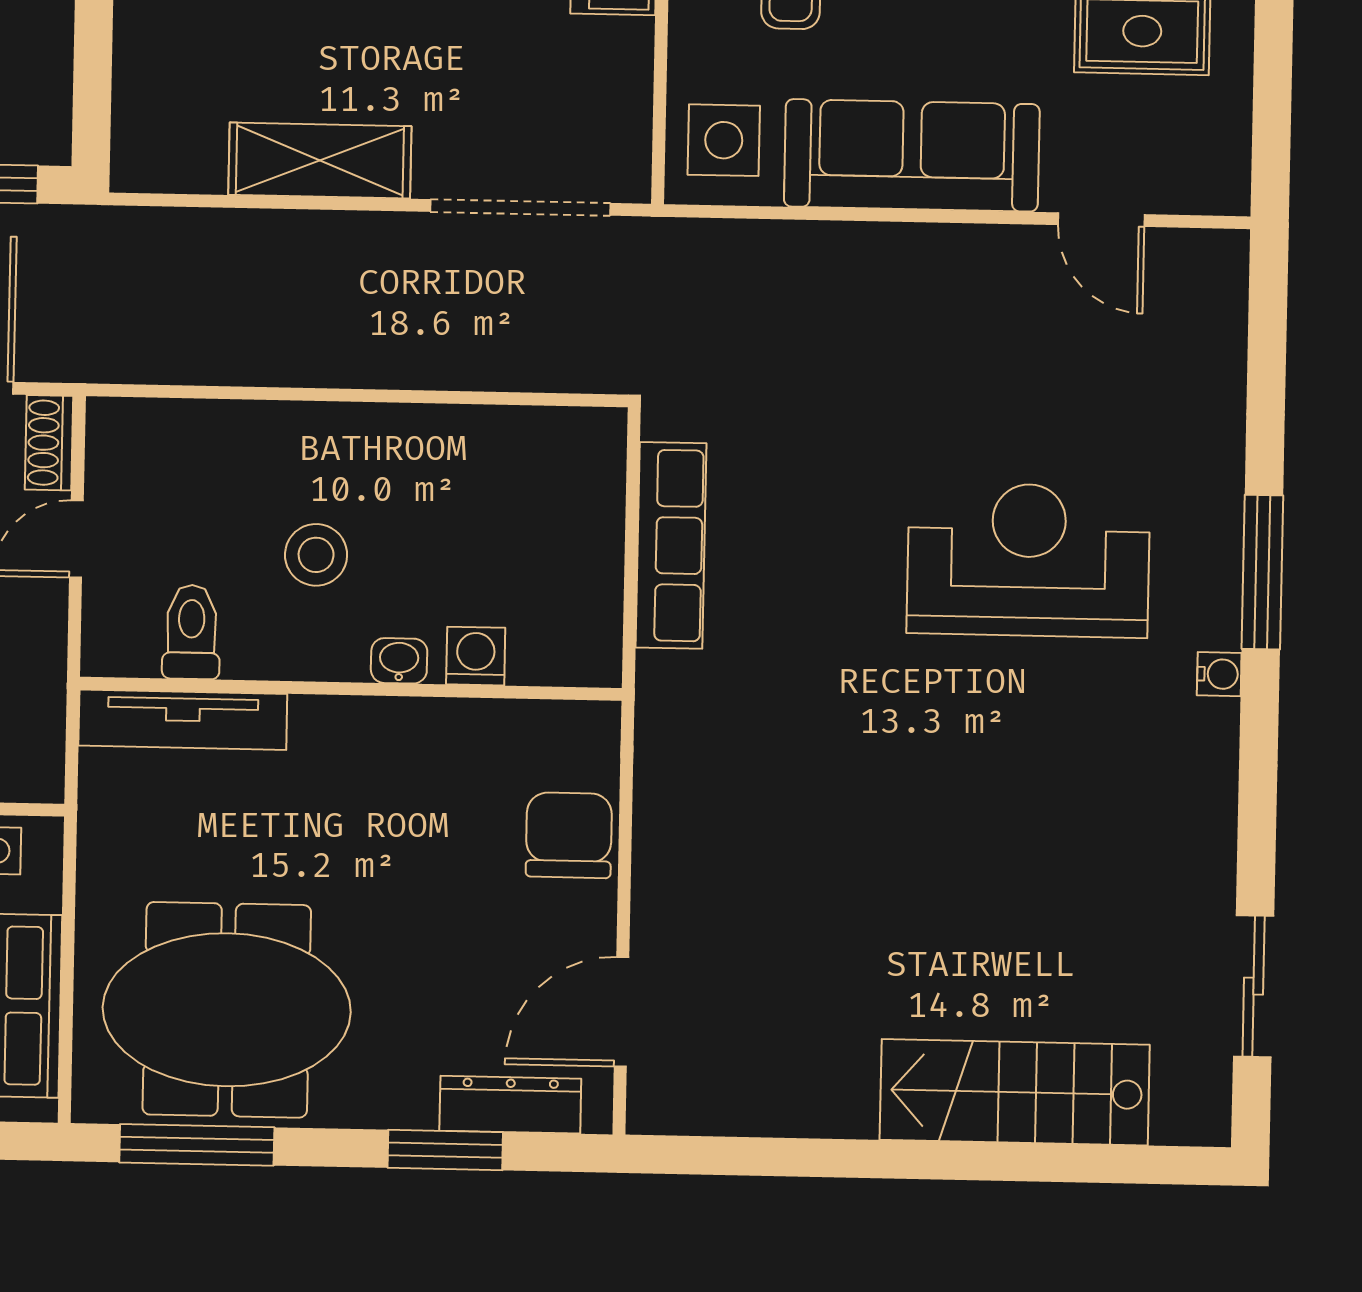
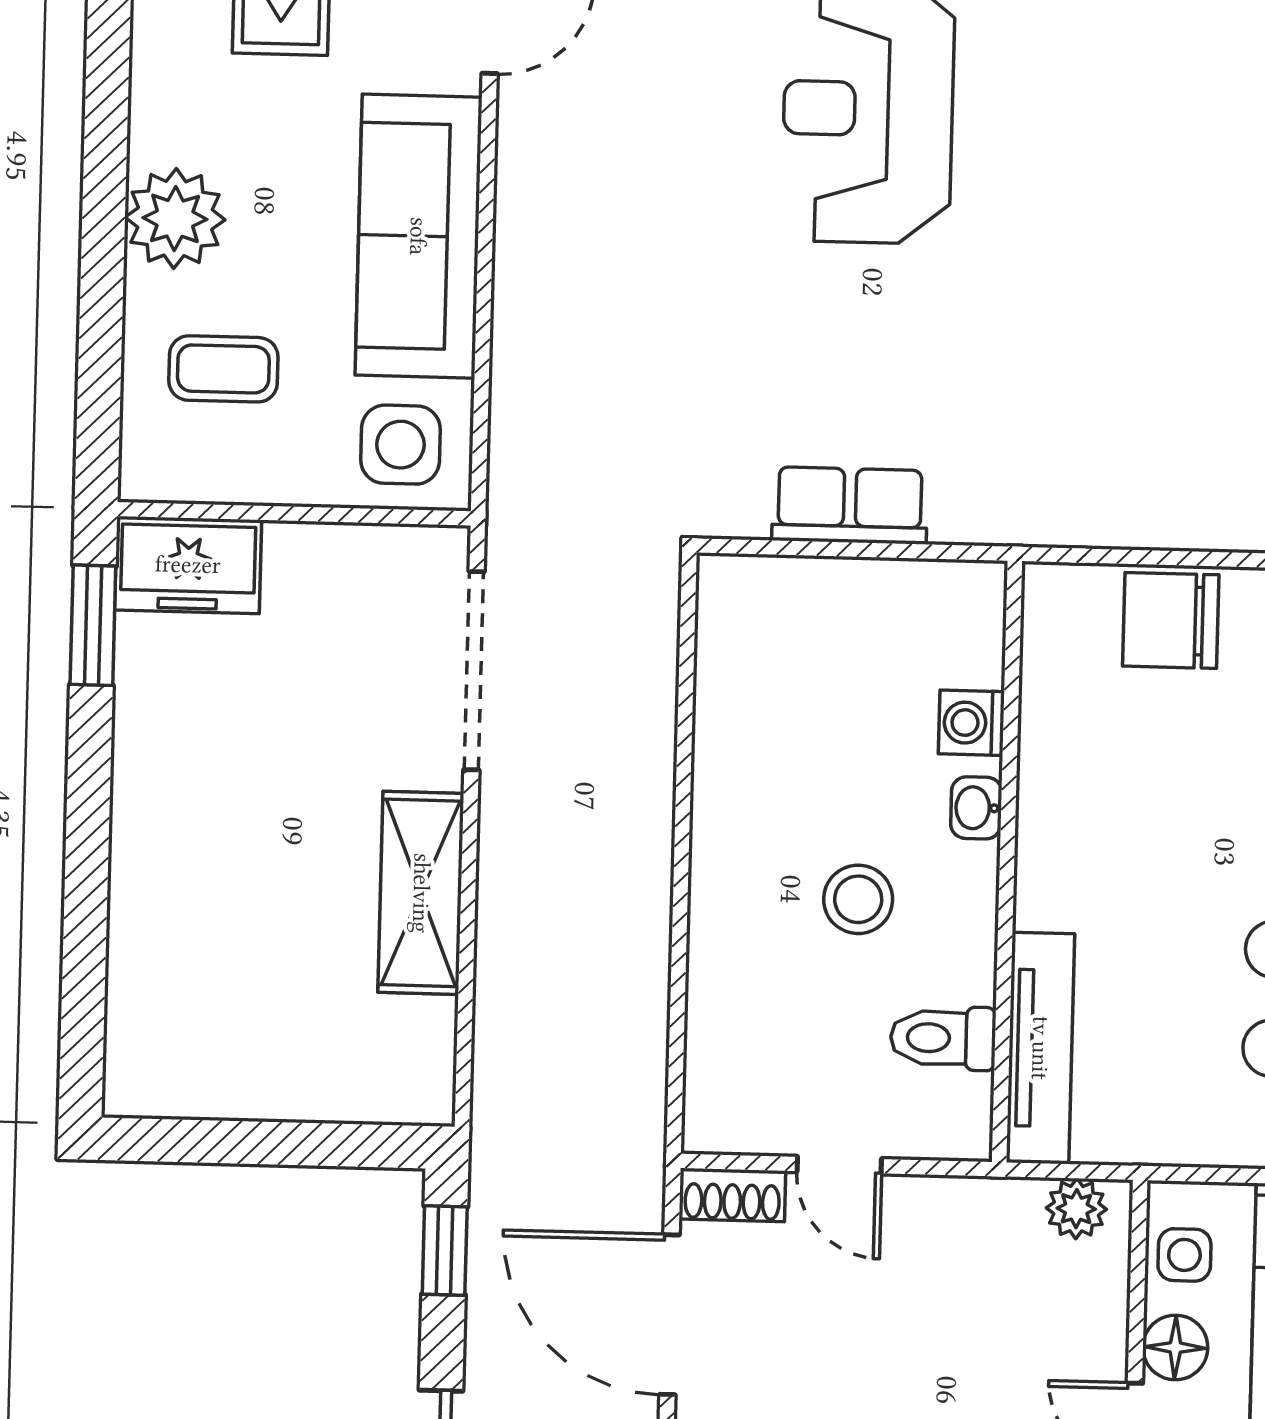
row of seats: (671, 545) -> (850, 506), width x0.68
plant: (38, 753) -> (1076, 1209), added

